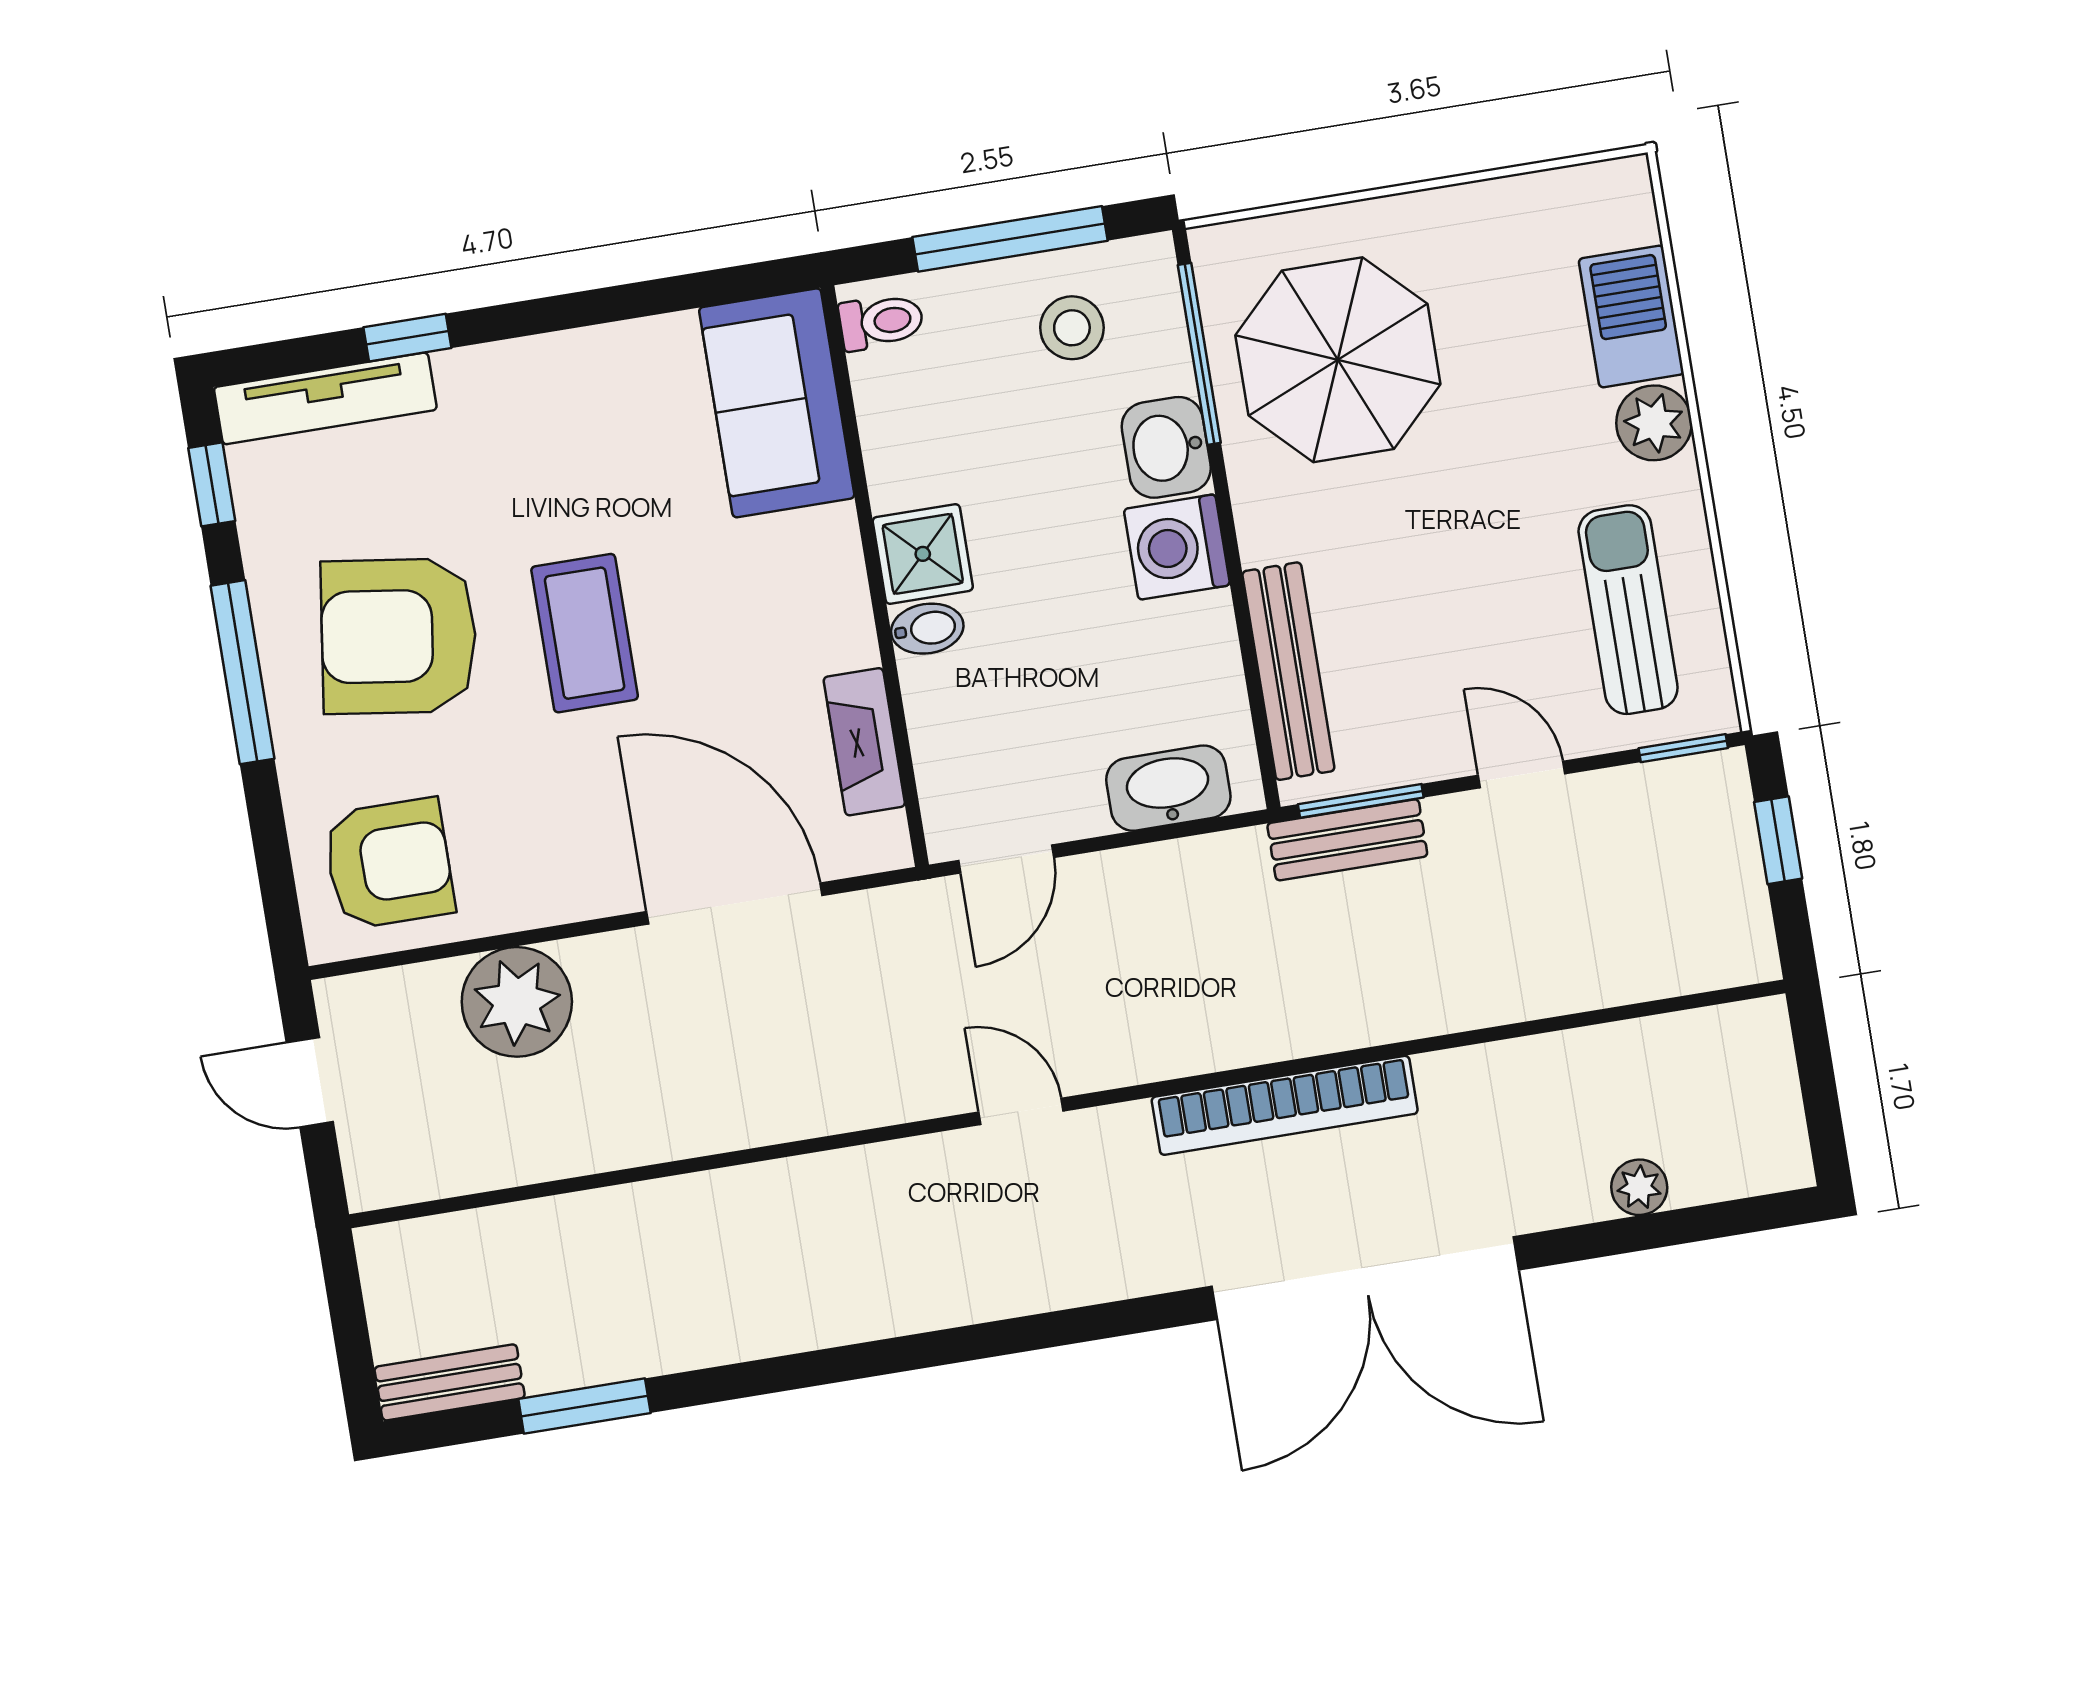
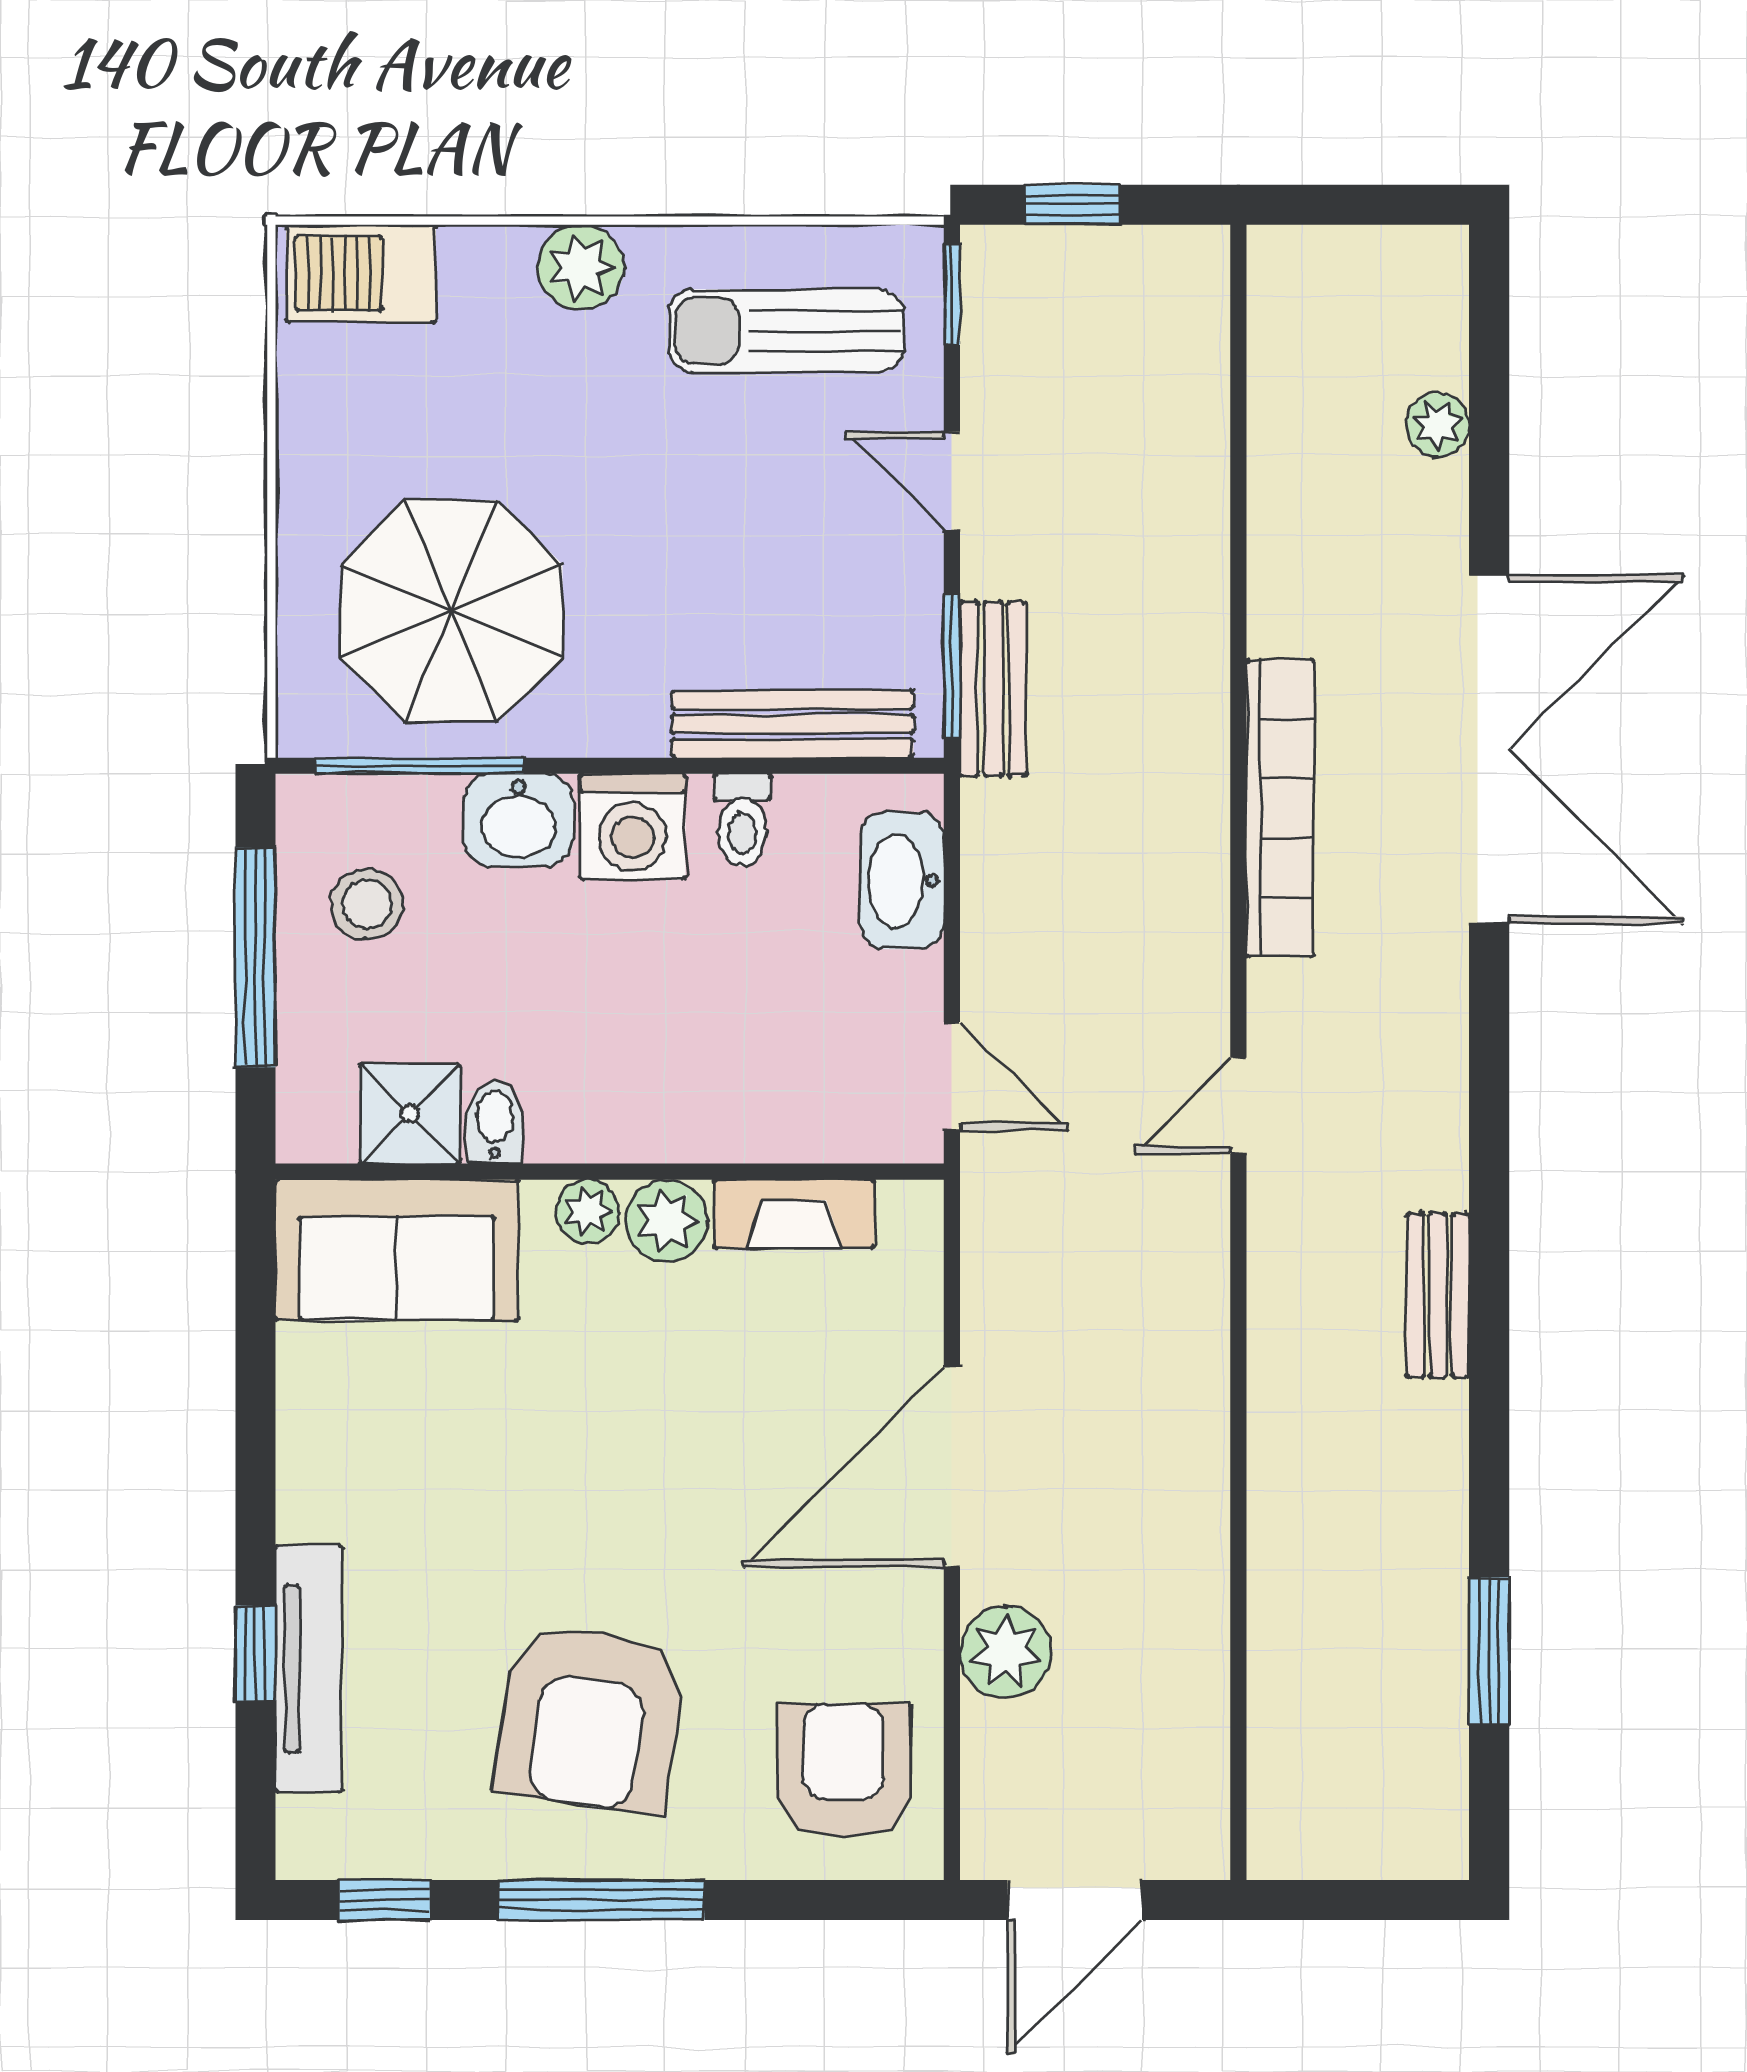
barbecue: (1631, 316) -> (361, 273), moved
toilet: (881, 322) -> (742, 820), moved, turned 180
tv unit: (325, 398) -> (309, 1668), moved
shower: (923, 554) -> (410, 1114), moved
plant: (837, 563) -> (588, 1211), added
bidet: (927, 629) -> (495, 1122), moved
plant: (840, 632) -> (666, 1221), added
coffee table: (585, 633) -> (620, 1508), removed
door: (1522, 775) -> (952, 481), hinge flipped
door: (734, 903) -> (952, 1467), moved
plant: (517, 1002) -> (1006, 1652), width x0.73, depth x0.73
door: (310, 1082) -> (1075, 1900), width x1.38
bench: (450, 1382) -> (1438, 1295), moved

